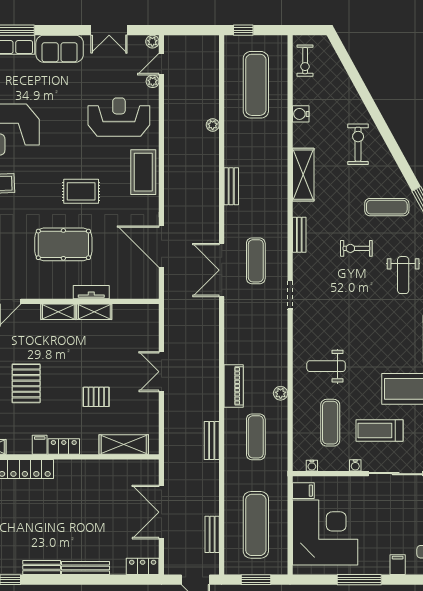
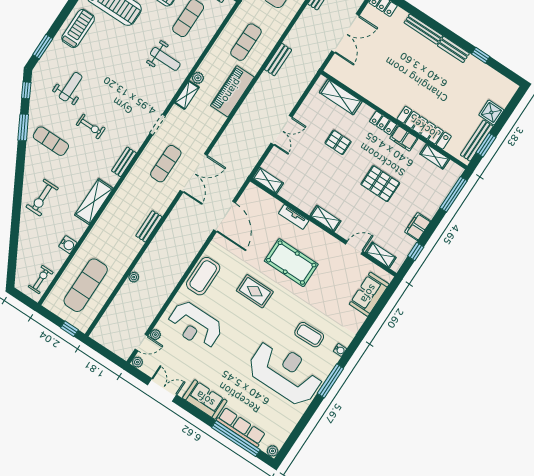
shelving: (94, 312) -> (268, 180), moved
shelving: (280, 344) -> (187, 95), added
pallet: (26, 383) -> (380, 184), turned 90
piano: (234, 386) -> (232, 91), width x1.37, depth x1.33
plant: (281, 393) -> (198, 78), moved
filing cabinet: (40, 445) -> (404, 138), width x2.00

